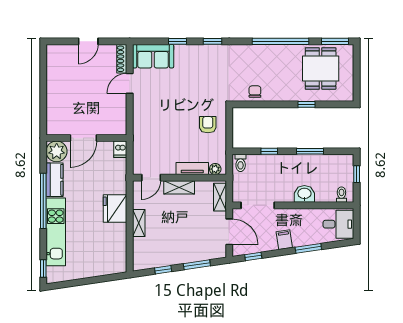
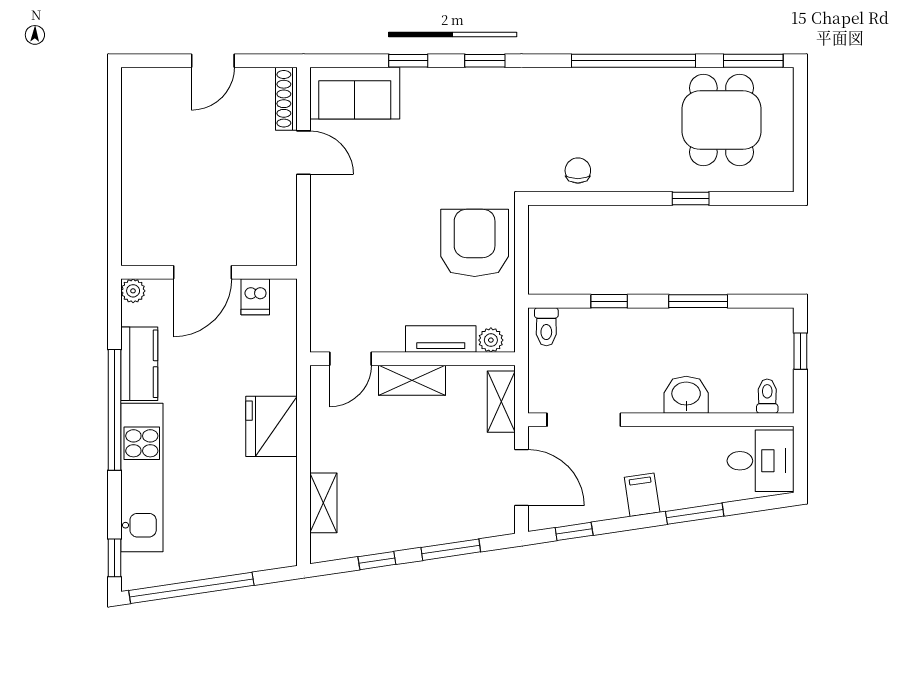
door: (130, 83) -> (304, 153), swing flipped
armchair: (208, 125) -> (475, 243), width x1.88, depth x1.88
dishwasher: (120, 149) -> (255, 297), moved
plant: (57, 151) -> (133, 291), width x0.53, depth x0.53
shelving: (139, 223) -> (323, 503), moved
window: (78, 282) -> (191, 588), added

